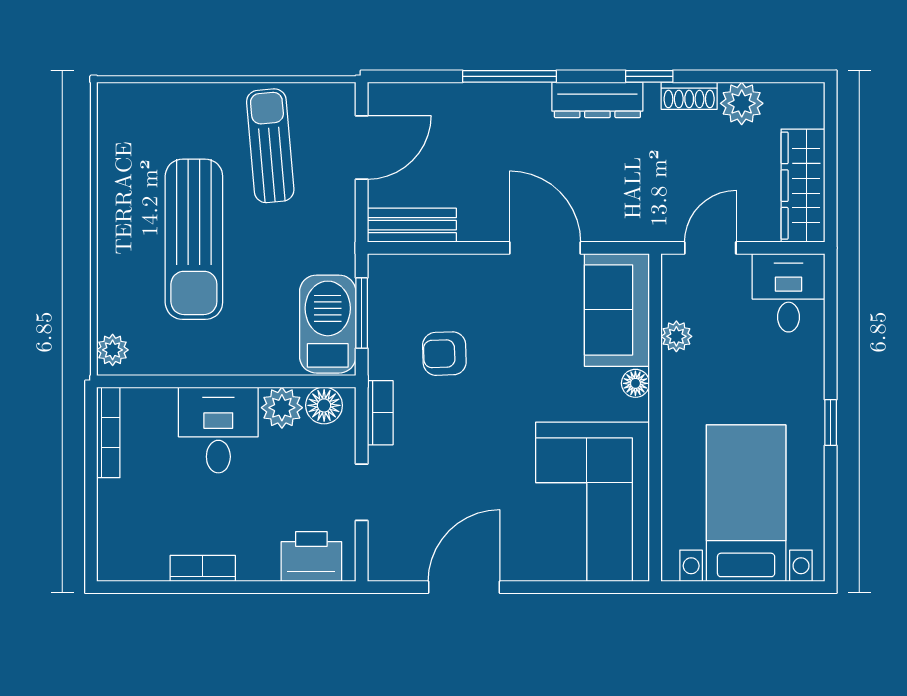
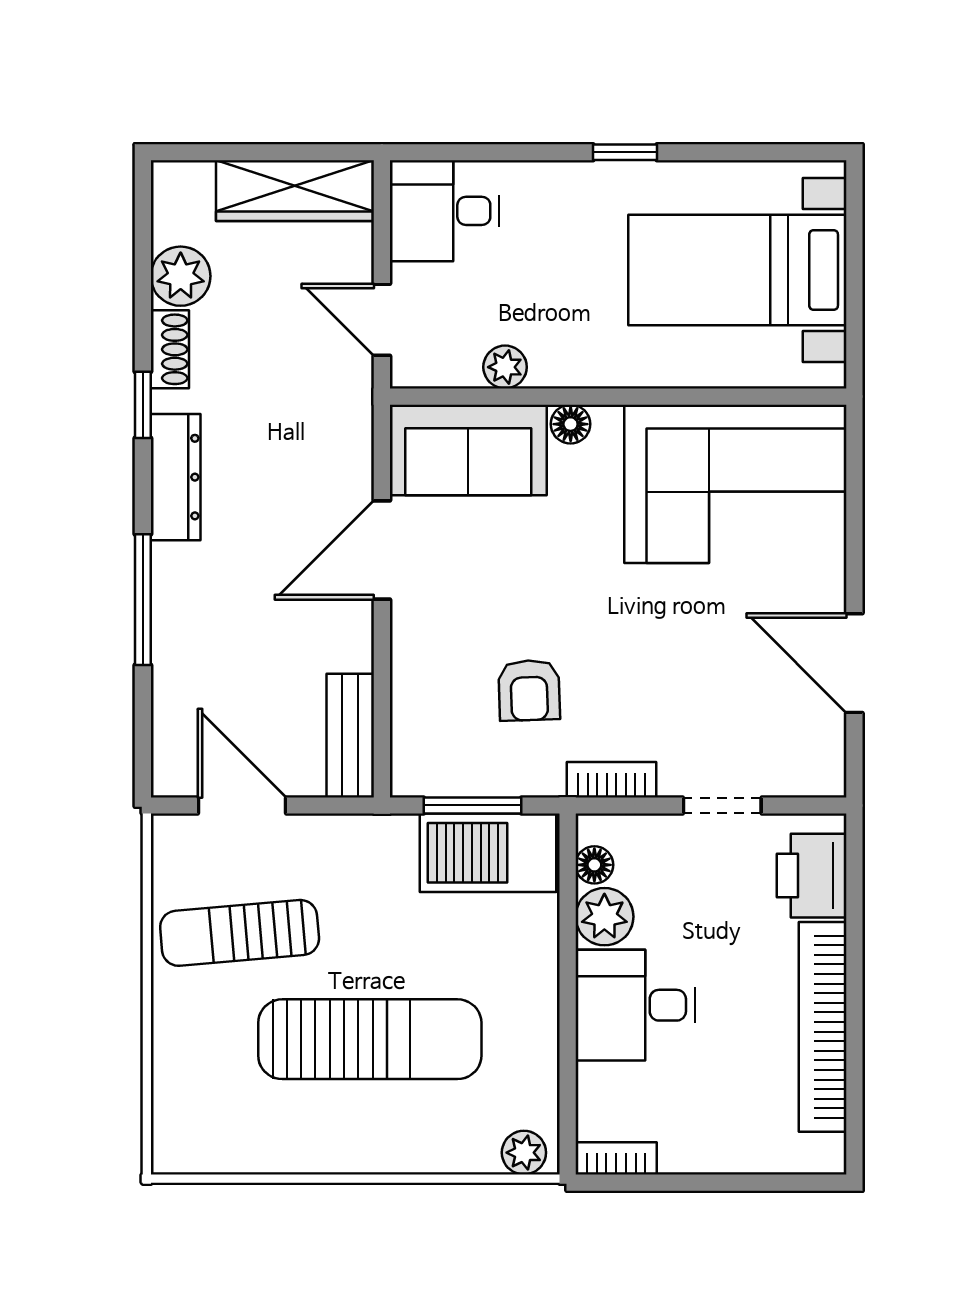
floor lamp: (324, 405) -> (594, 865), width x0.73, depth x0.73
bookcase: (108, 432) -> (616, 1158), width x0.64
bookcase: (203, 568) -> (823, 1027), width x2.31, depth x1.31

